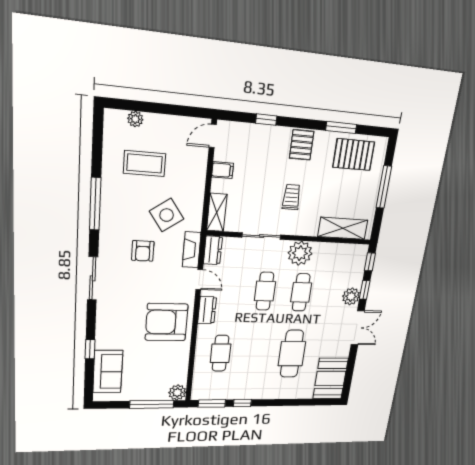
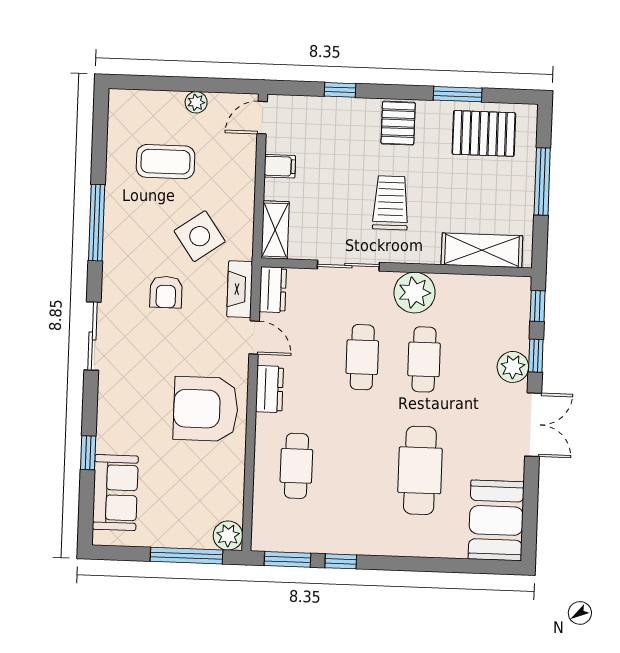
plant: (135, 119) -> (196, 102), moved
trolley: (291, 197) -> (391, 203), width x1.36, depth x1.39

